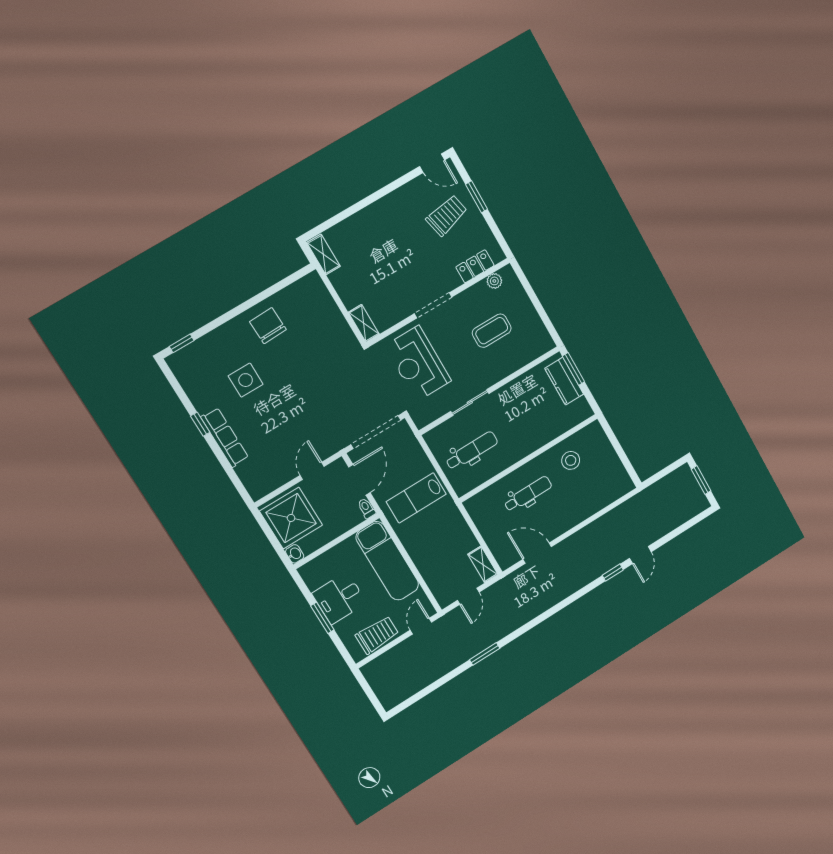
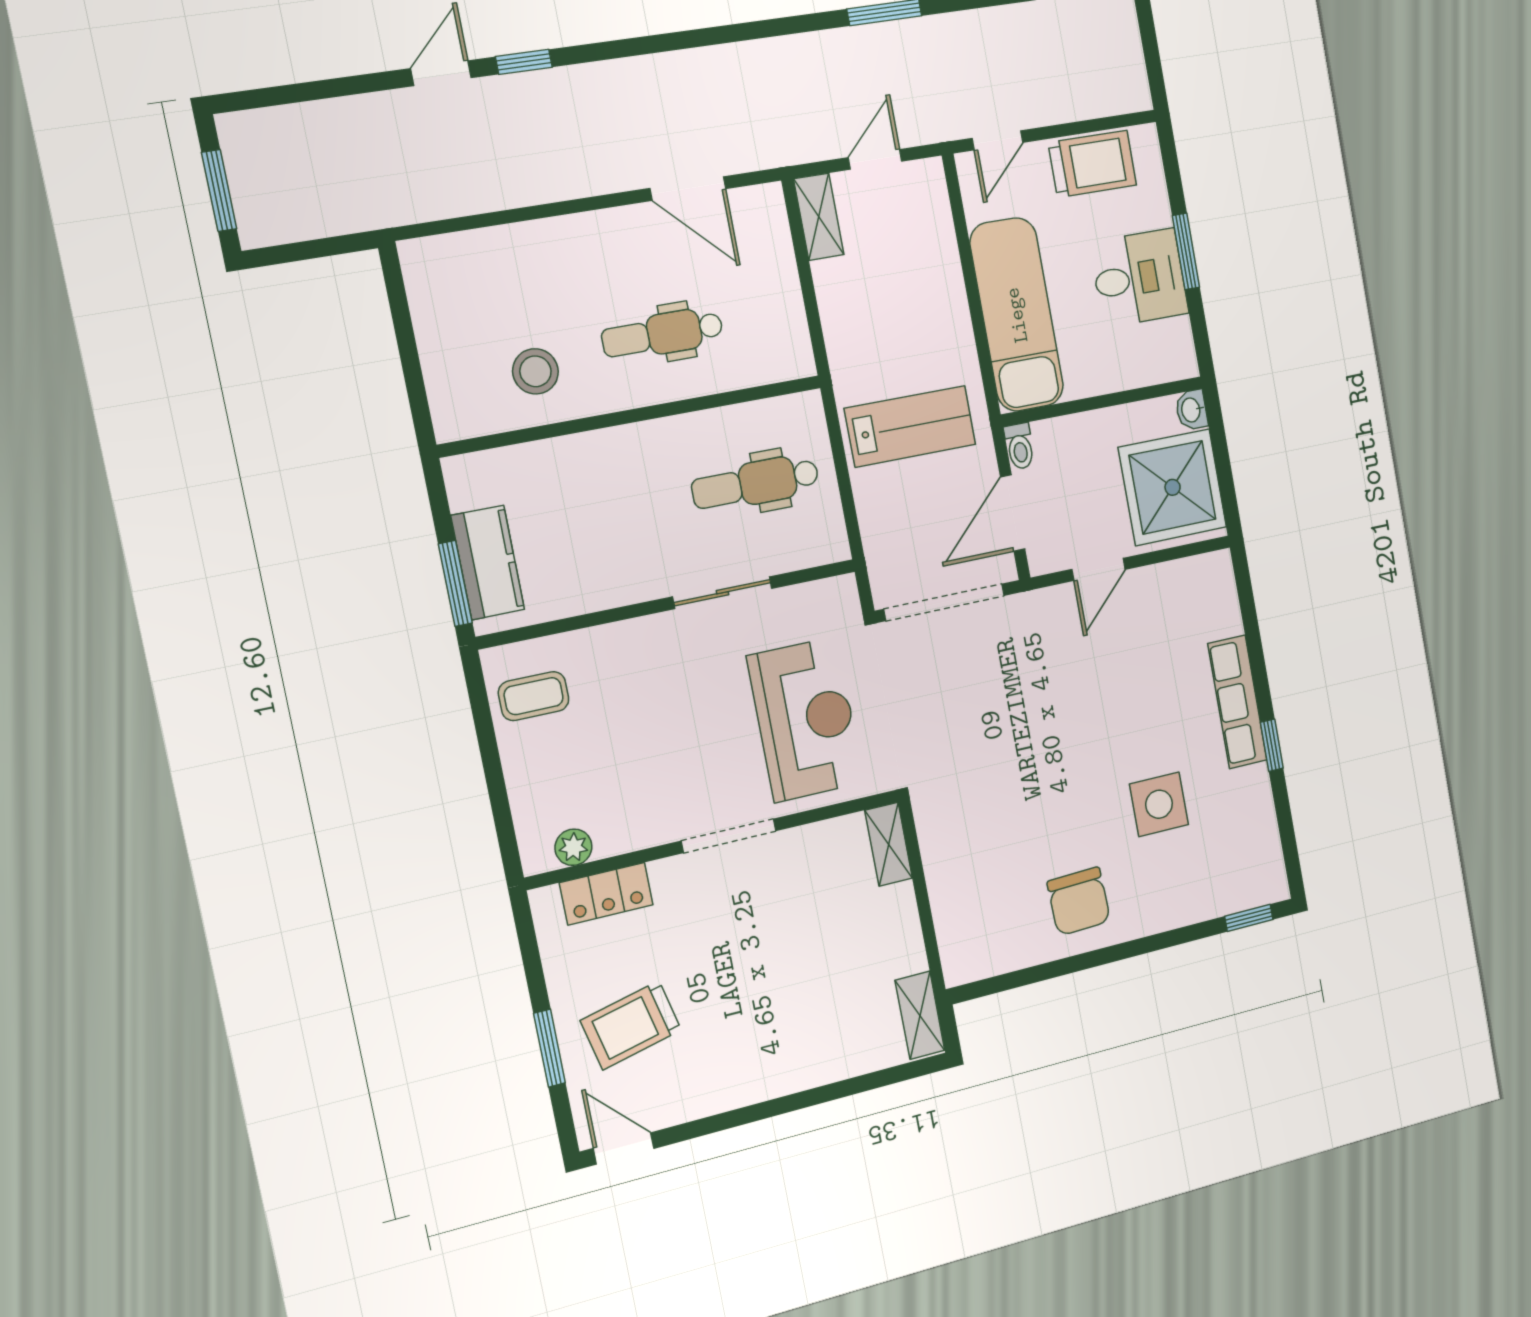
coffee table: (492, 331) -> (534, 696), moved, width x0.73, depth x0.77
trolley: (377, 635) -> (1092, 164), turned 180

